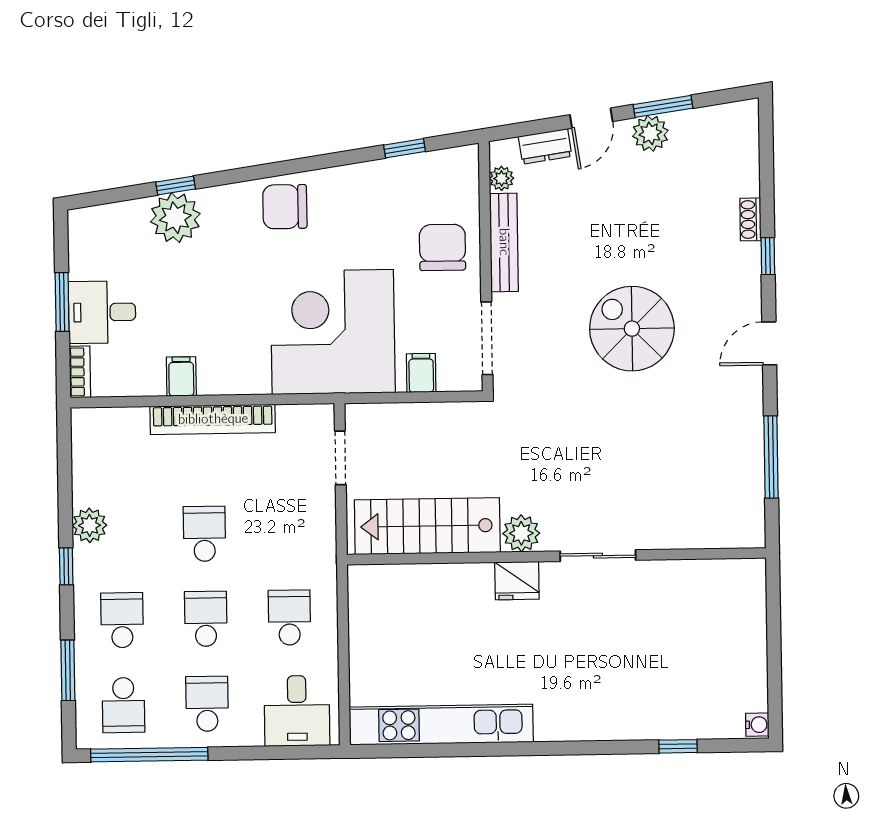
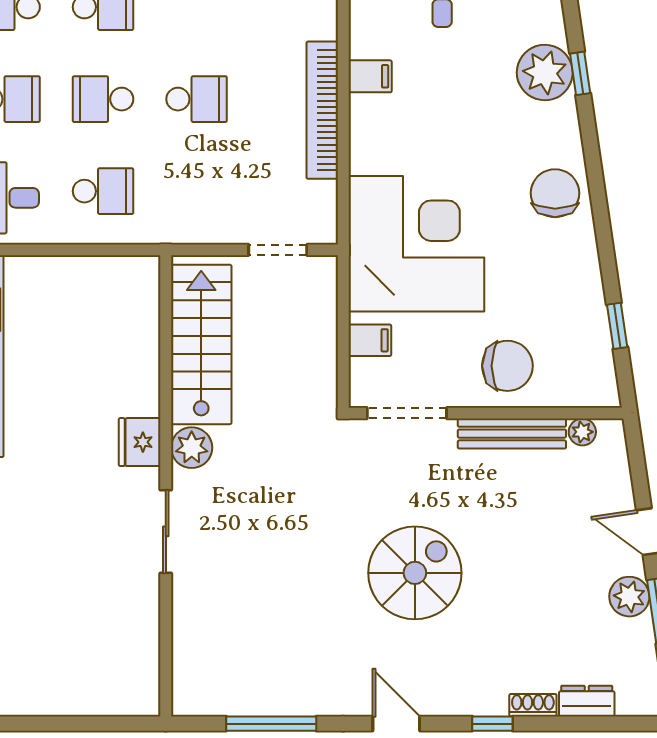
dresser: (545, 146) -> (587, 701), moved, turned 98
school desk: (206, 619) -> (103, 99), turned 180

